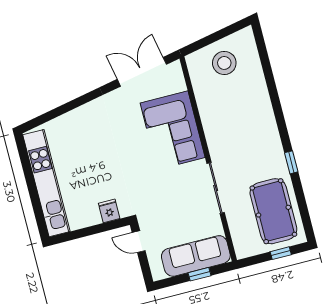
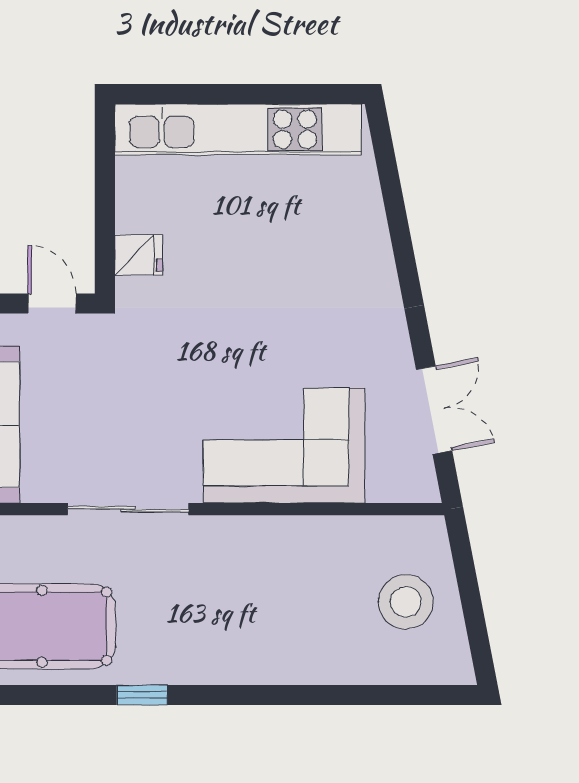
double door: (142, 72) -> (434, 410), width x0.73
door: (139, 242) -> (52, 304), hinge flipped

